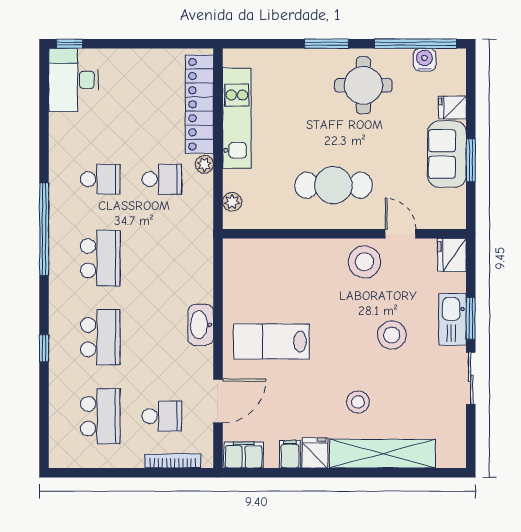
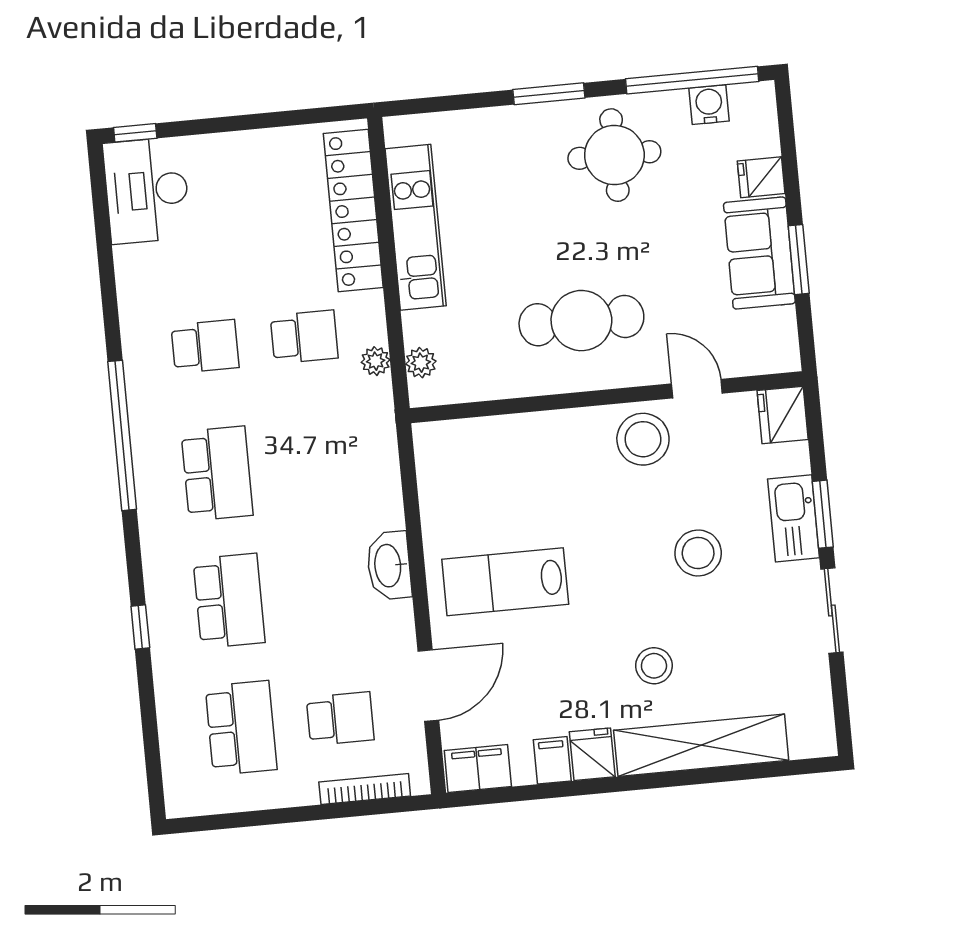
plant: (204, 164) -> (376, 361), moved

